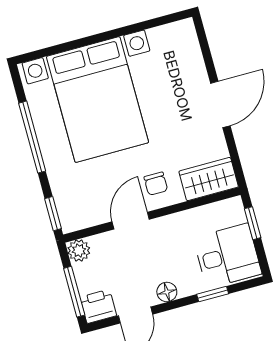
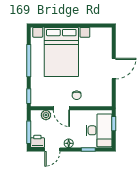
wardrobe: (209, 179) -> (100, 99), removed
door: (131, 221) -> (61, 108), swing flipped
plant: (79, 251) -> (46, 115), moved
desk: (227, 256) -> (99, 130), width x1.37

